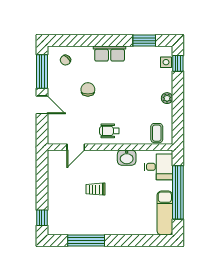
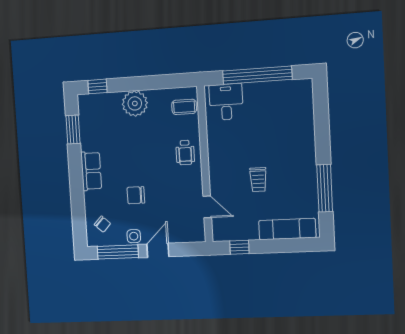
side table: (166, 62) -> (134, 236), moved
plant: (167, 98) -> (135, 103), width x1.88, depth x1.88
wheelchair: (109, 131) -> (185, 152), moved
washbasin: (127, 158) -> (217, 143), removed
exam couch: (165, 213) -> (287, 229), moved, turned 180
window: (42, 218) -> (239, 247), moved

